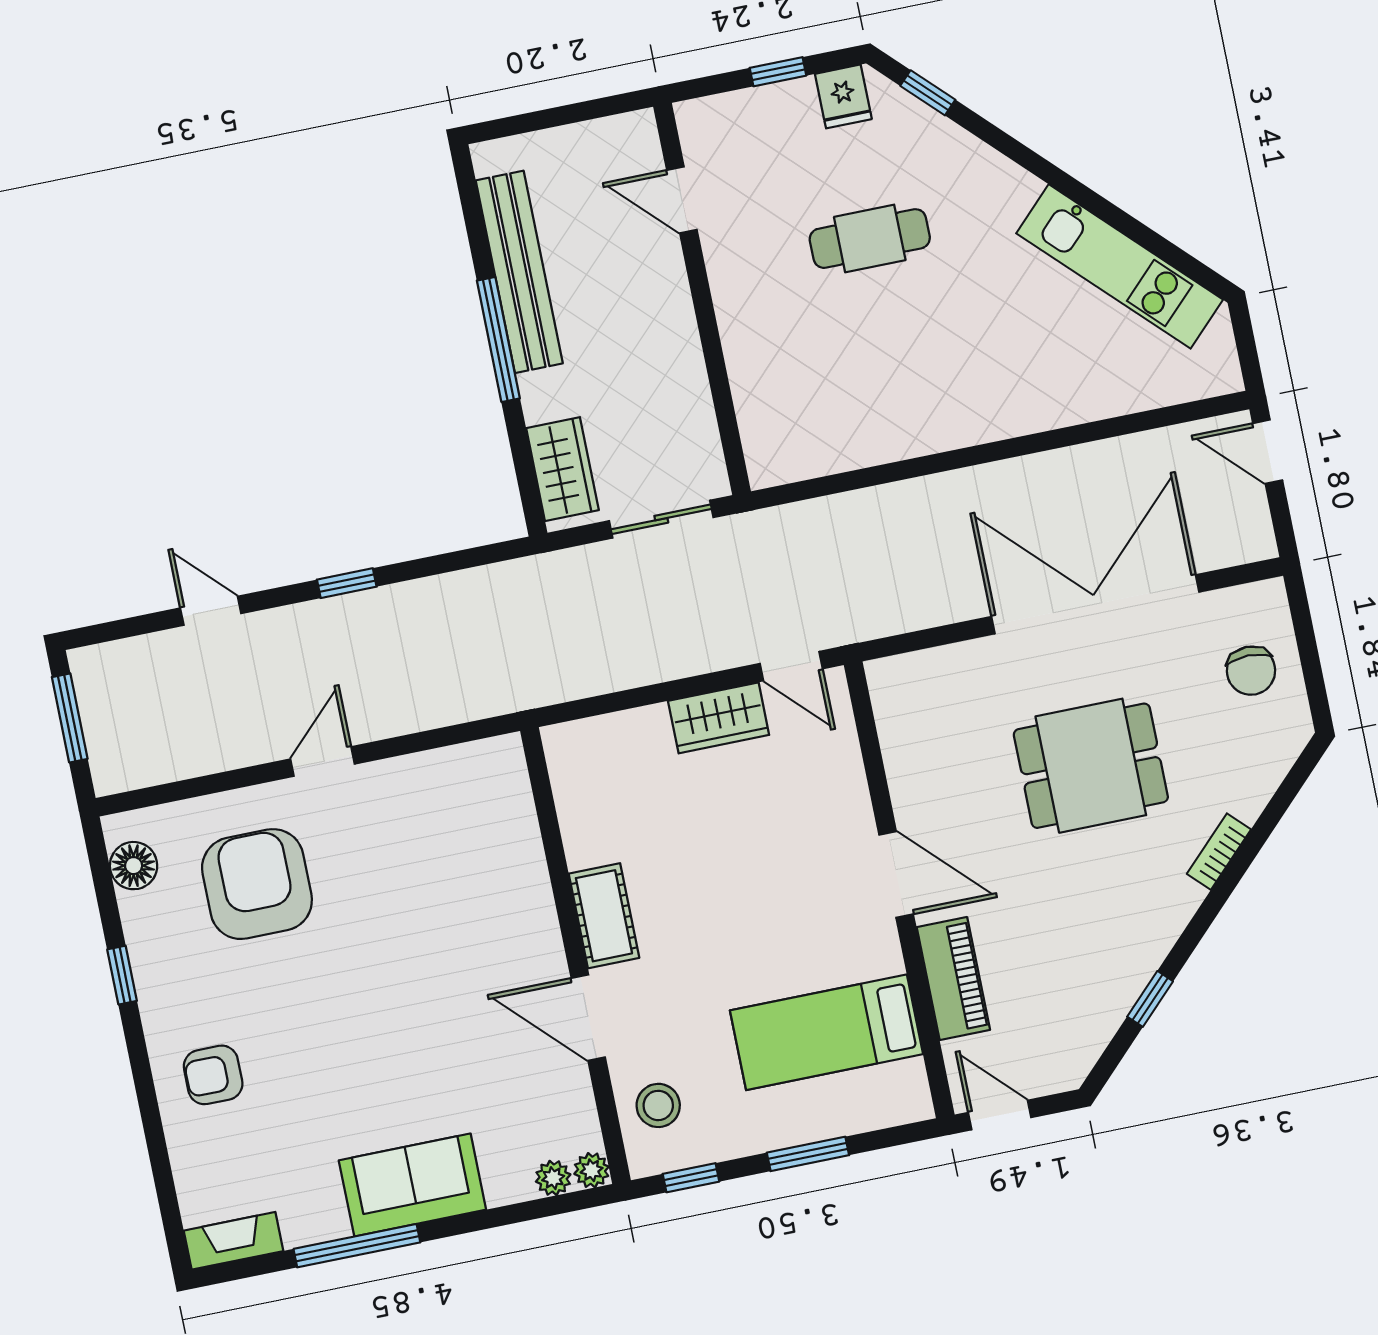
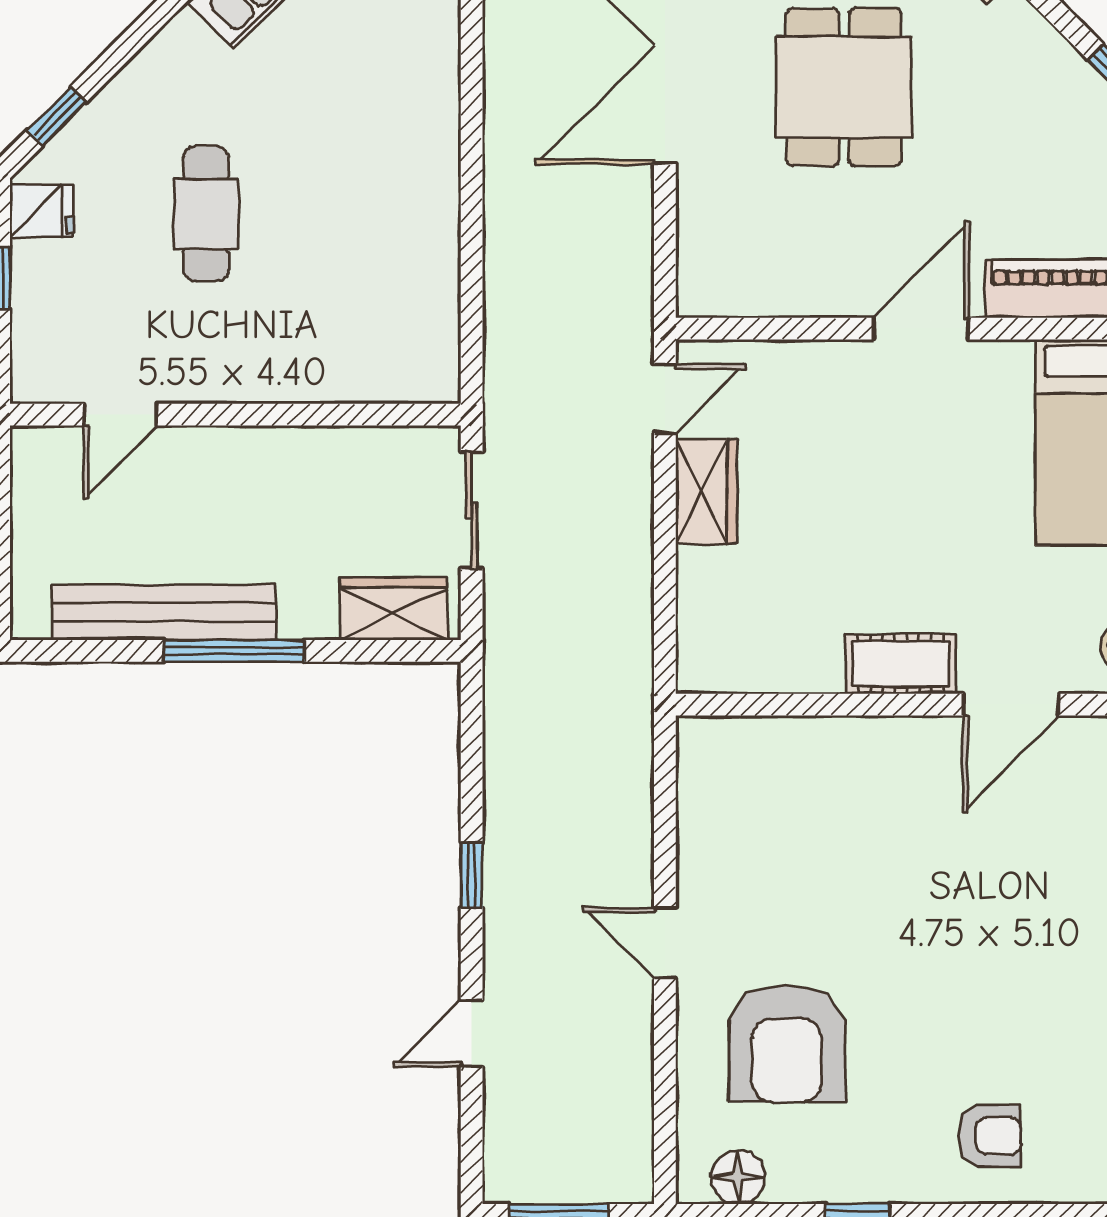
armchair: (257, 884) -> (787, 1044), turned -90
armchair: (213, 1075) -> (990, 1136), turned -90

